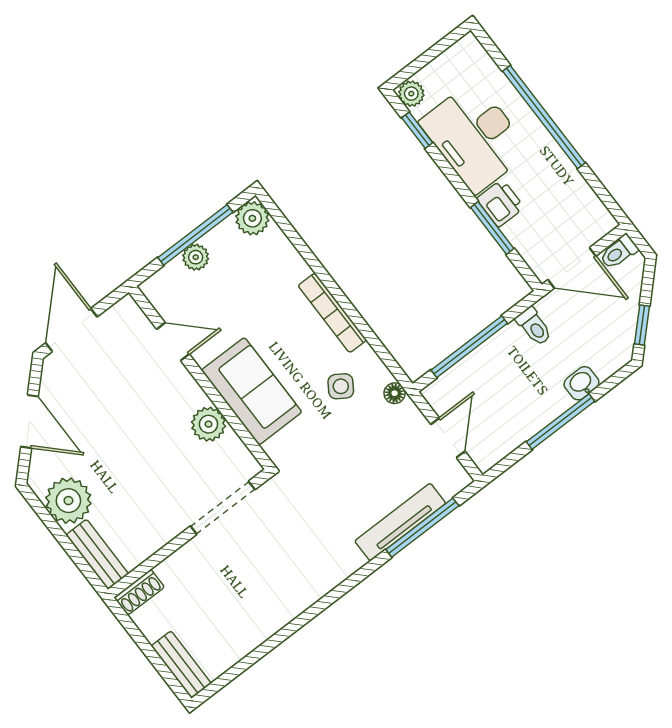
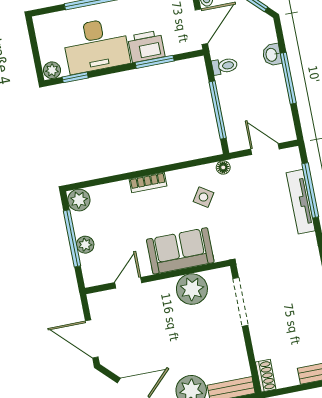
printer: (500, 203) -> (146, 46), width x1.36, depth x1.24
bookcase: (332, 313) -> (148, 183), width x0.64
plant: (209, 424) -> (192, 289), width x1.36, depth x1.36

